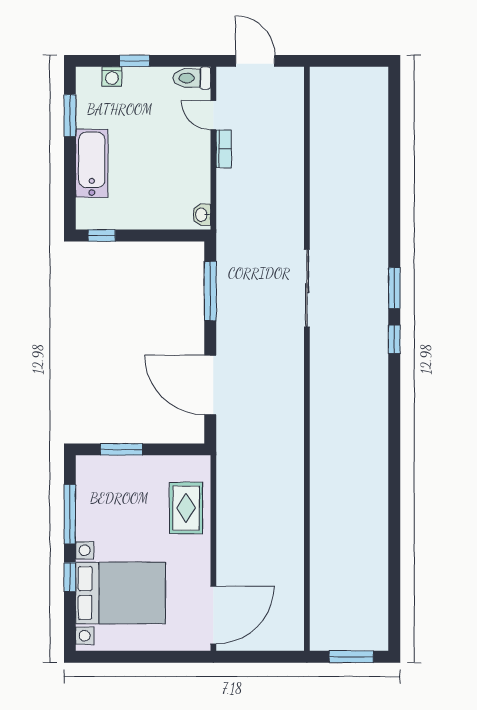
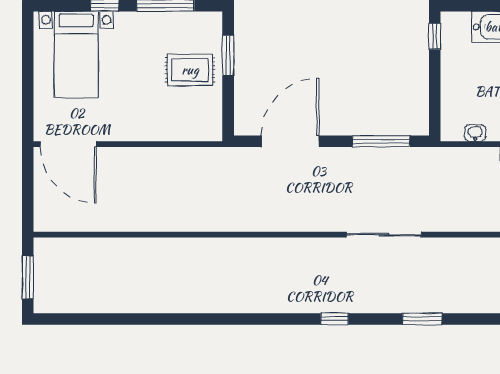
washbasin: (202, 215) -> (475, 133), moved
window: (394, 288) -> (422, 319), moved
rug: (186, 508) -> (190, 70), moved
bed with nightstands: (120, 593) -> (76, 55), width x0.73

